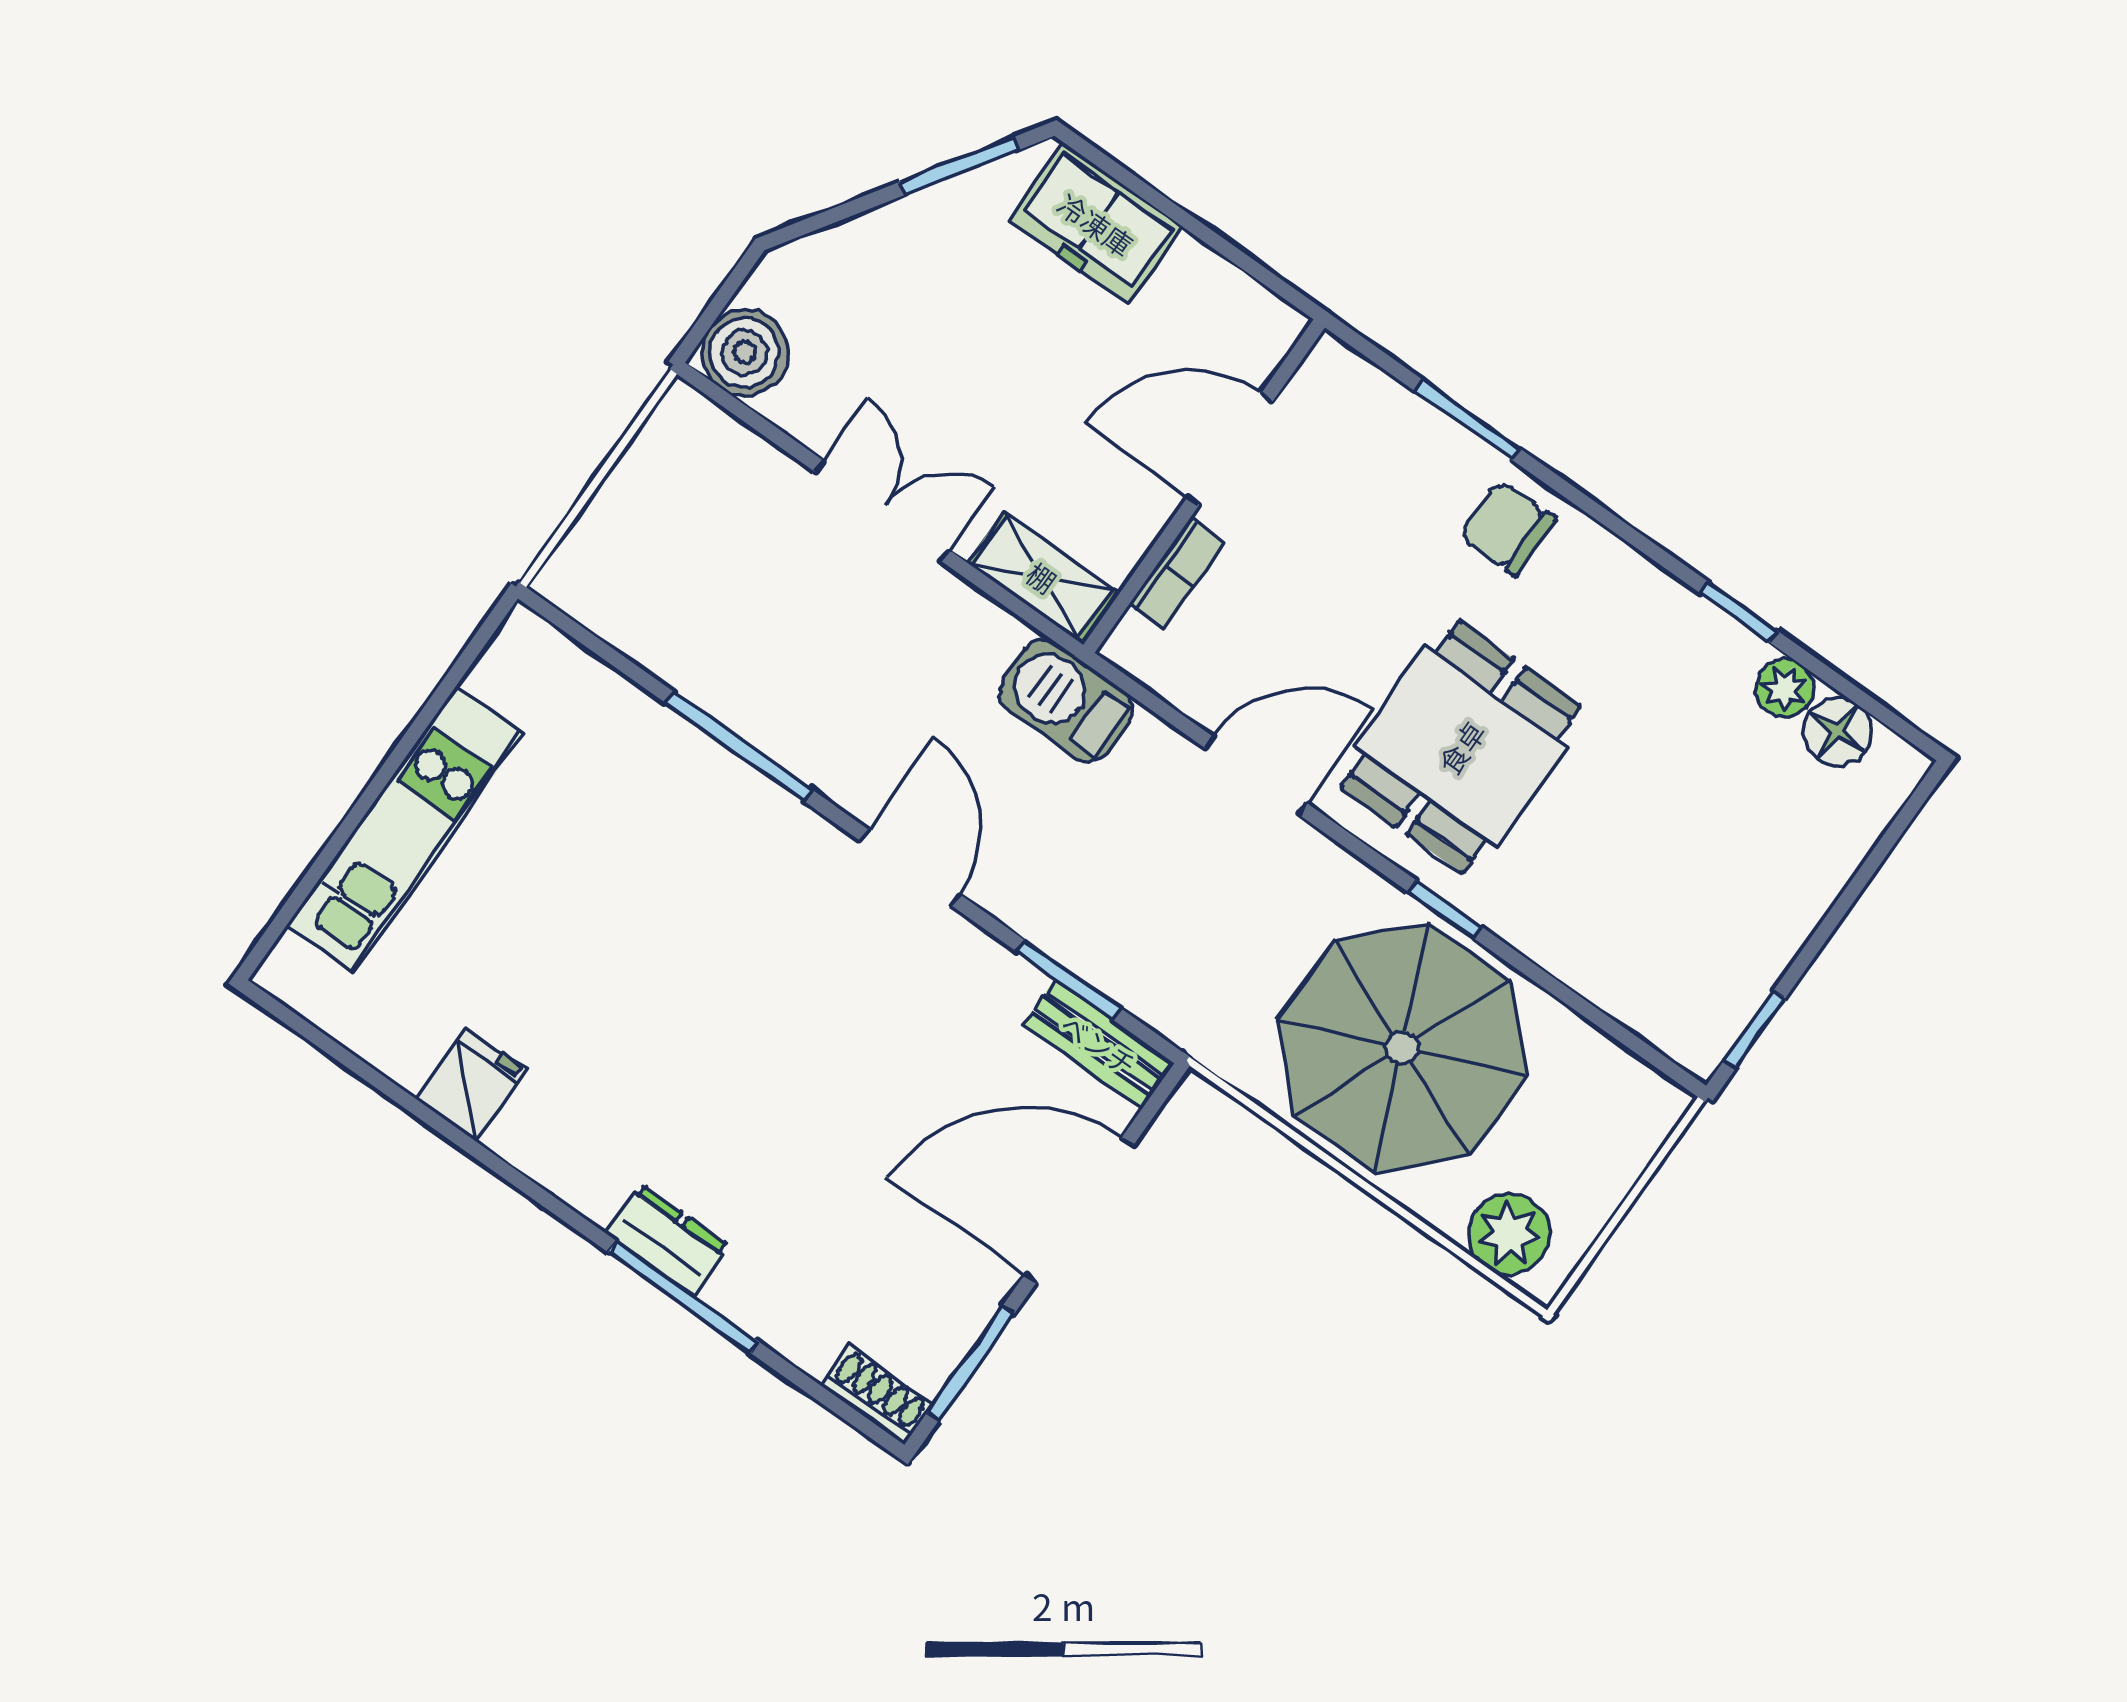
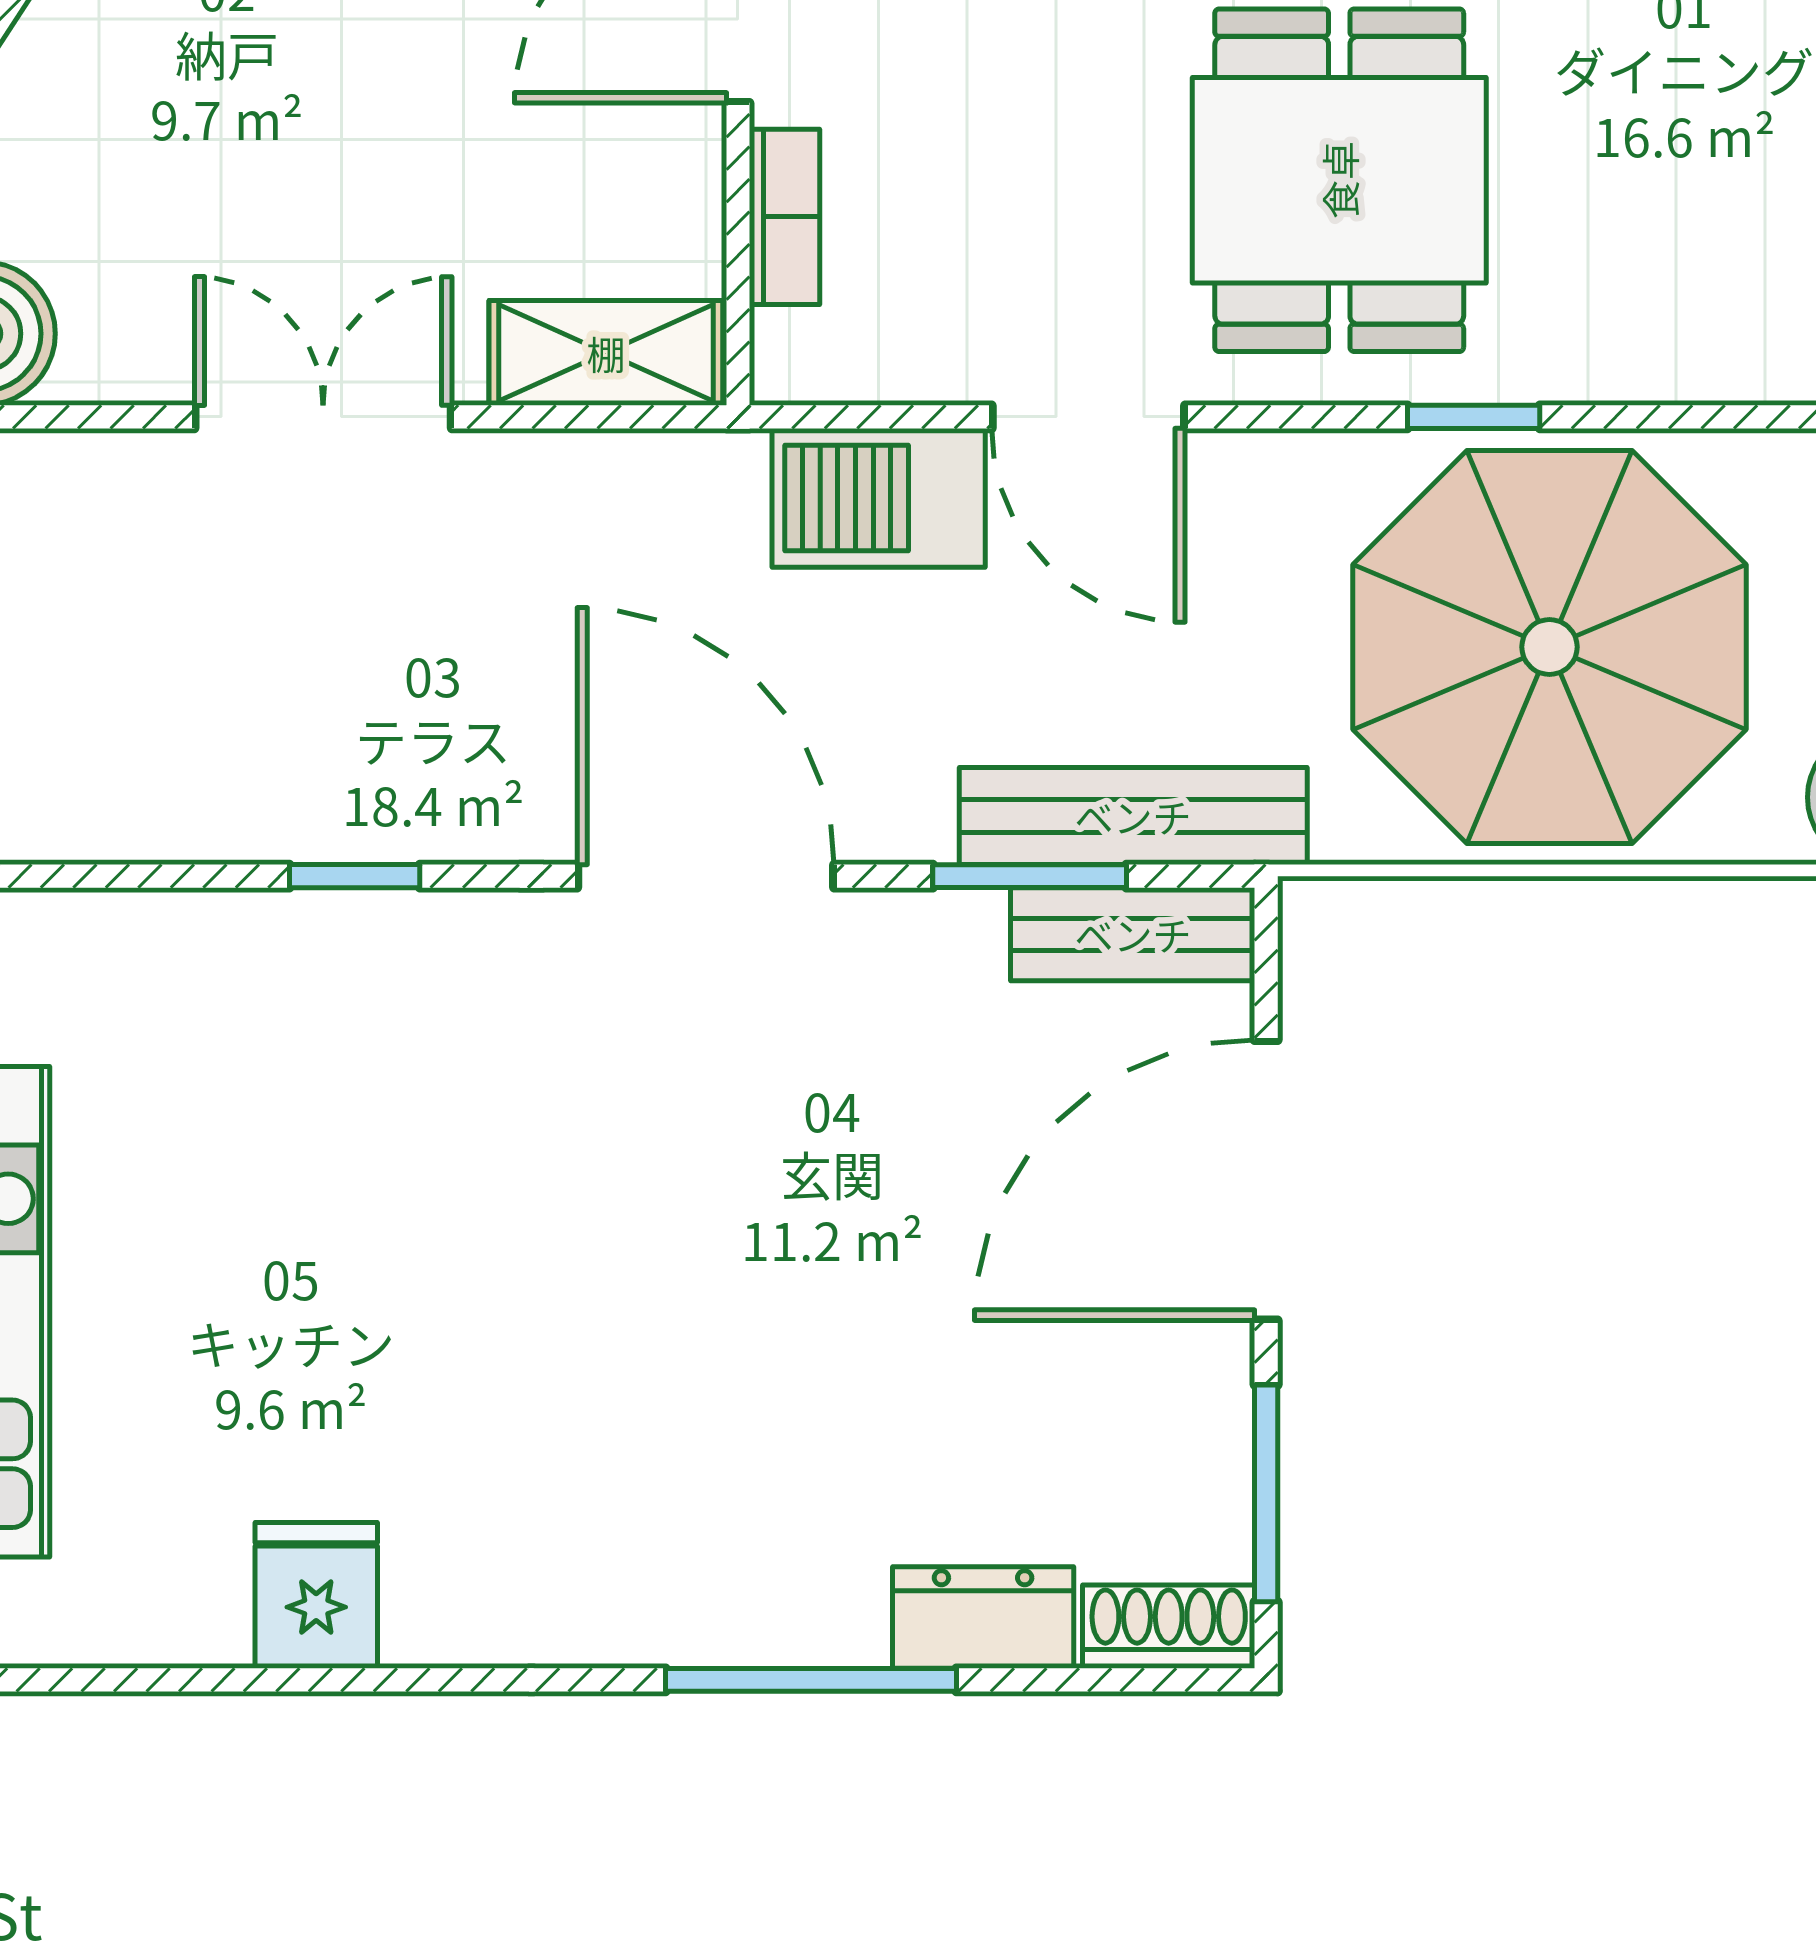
barbecue: (1066, 701) -> (879, 498), moved
window: (739, 746) -> (355, 876), width x0.46
door: (1256, 776) -> (1088, 417), swing flipped
door: (910, 868) -> (706, 876), width x1.36
bench: (1140, 986) -> (1133, 816), added
dresser: (668, 1240) -> (983, 1617), moved

